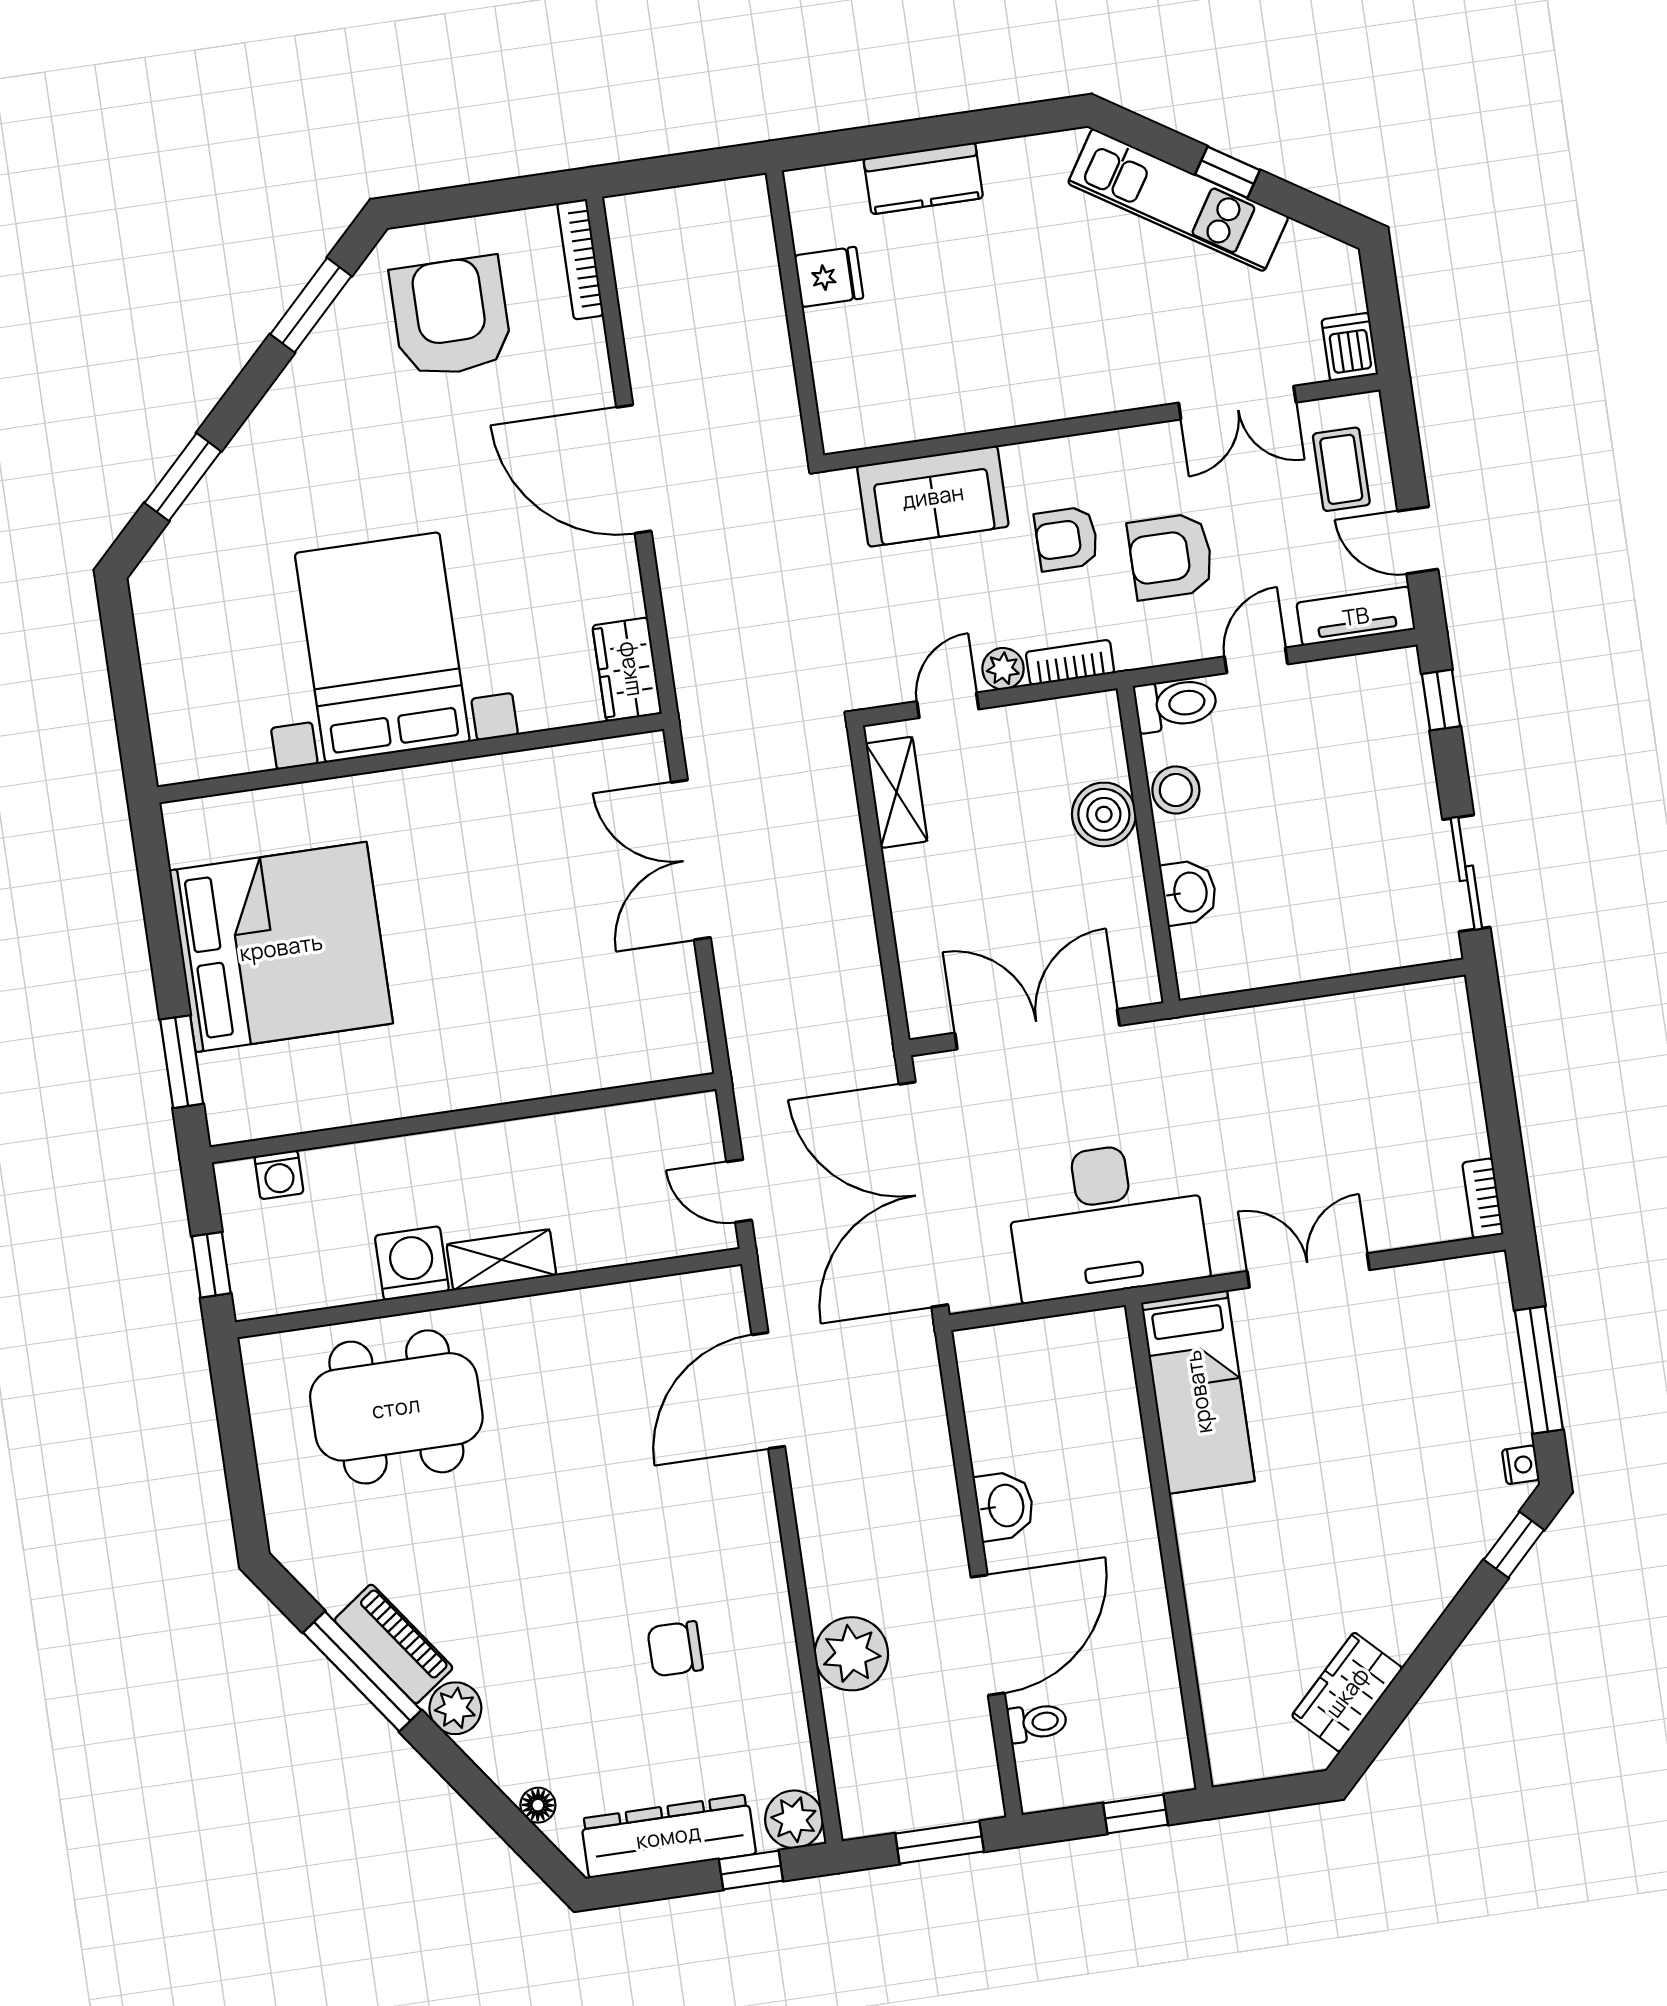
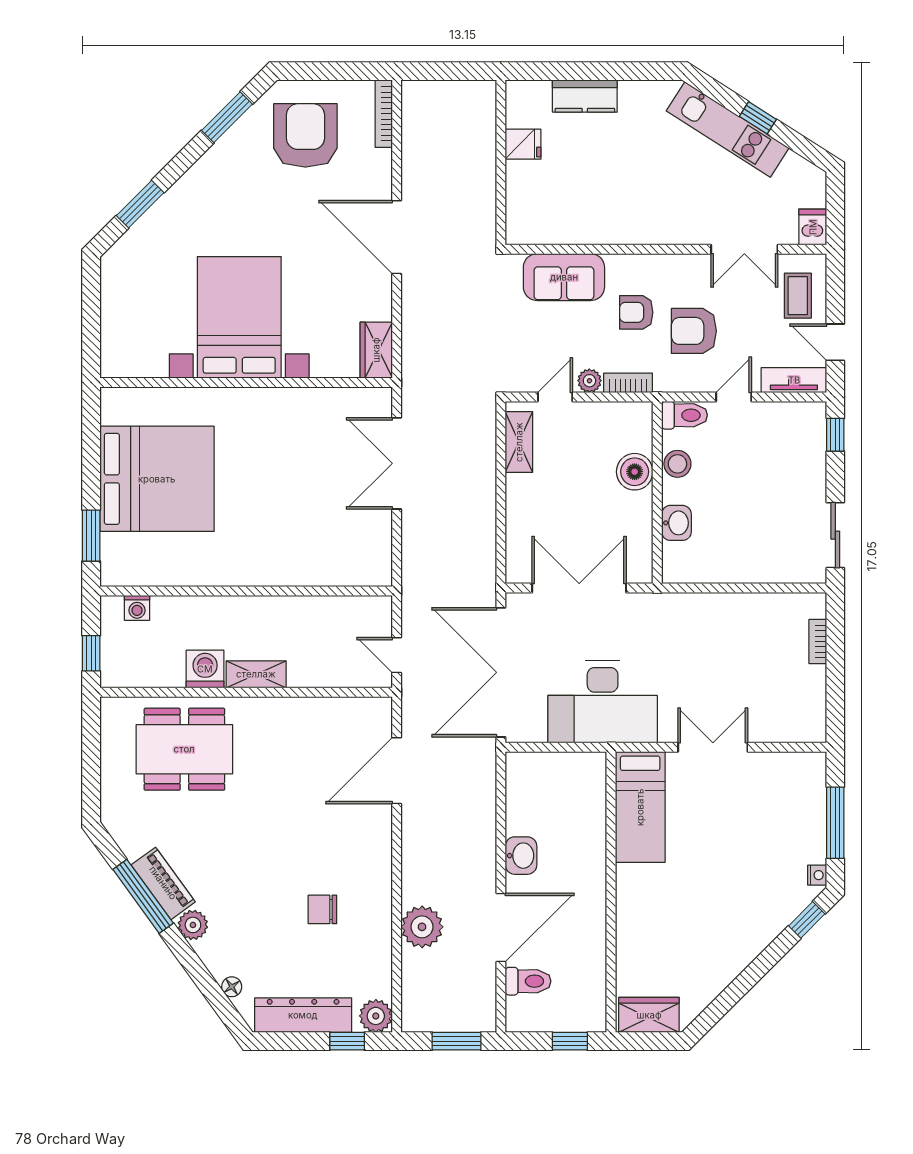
bookcase: (1483, 1198) -> (818, 641), moved
wardrobe: (1347, 1692) -> (649, 1015), moved, turned 45
toilet: (1037, 1722) -> (528, 981), width x1.37, depth x1.39

